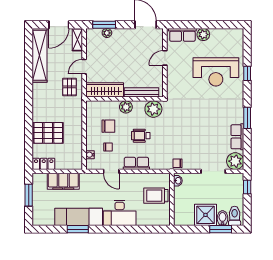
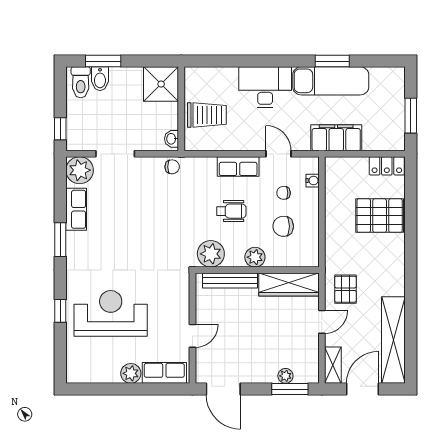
filing cabinet: (63, 181) -> (336, 138), moved
shower: (206, 215) -> (161, 84), moved

